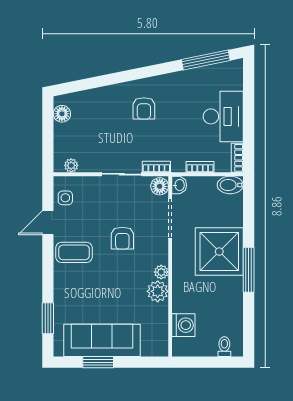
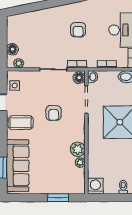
armchair: (144, 108) -> (78, 30), moved
floor lamp: (62, 114) -> (12, 49), moved
plant: (161, 272) -> (80, 162), moved
washing machine: (183, 325) -> (95, 186), moved, turned -90
sofa: (102, 340) -> (18, 166), moved, turned 90
window: (98, 362) -> (58, 198), moved

